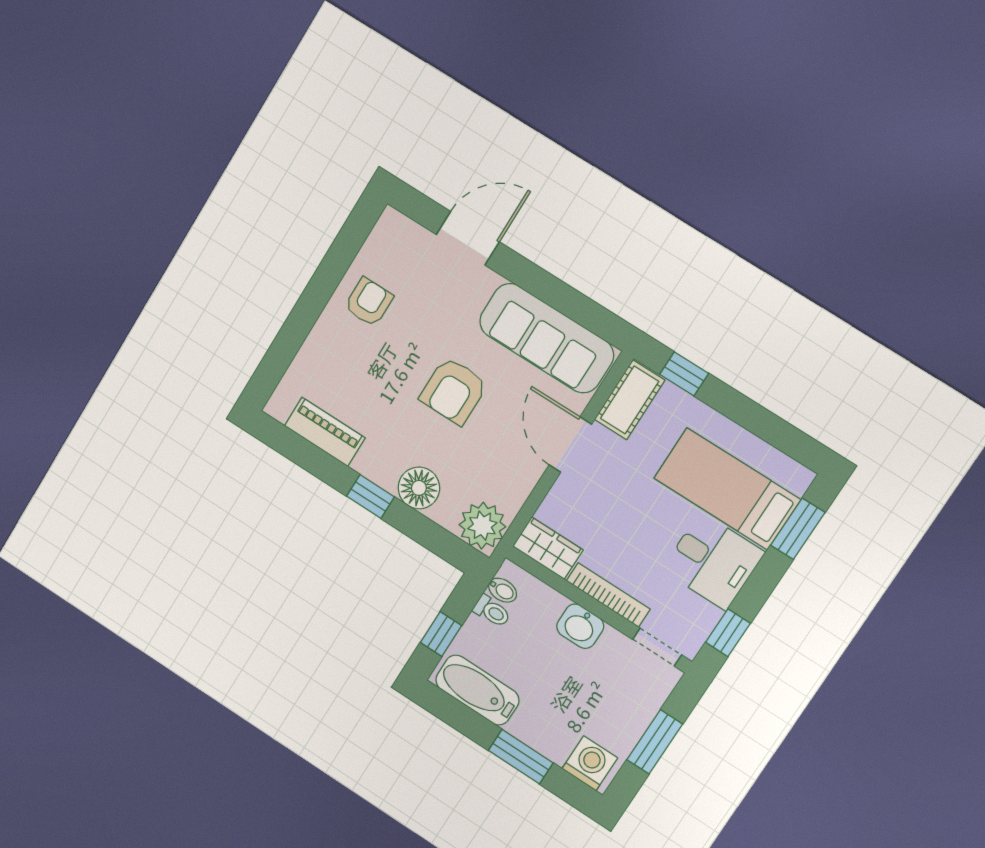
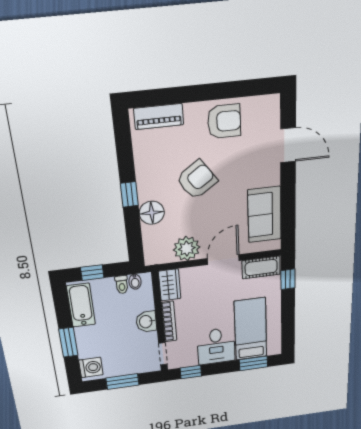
armchair: (369, 302) -> (224, 121), width x1.38, depth x1.38
sofa: (546, 338) -> (264, 215), width x0.73
armchair: (454, 391) -> (197, 180), moved, turned 145
piano: (325, 432) -> (159, 117), moved, turned 90
plant: (482, 526) -> (187, 249), moved

